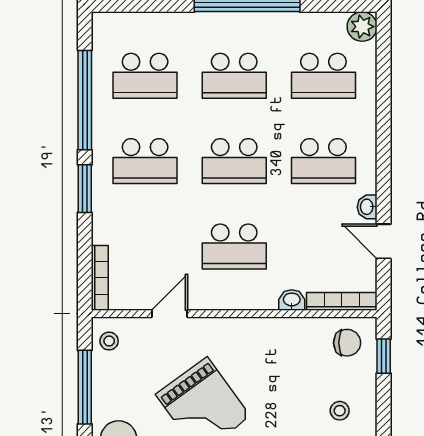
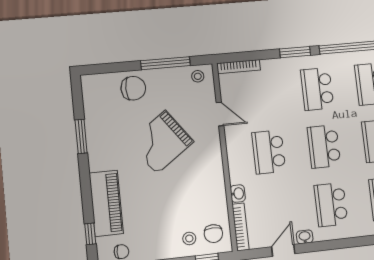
stool: (340, 411) -> (189, 238), moved

